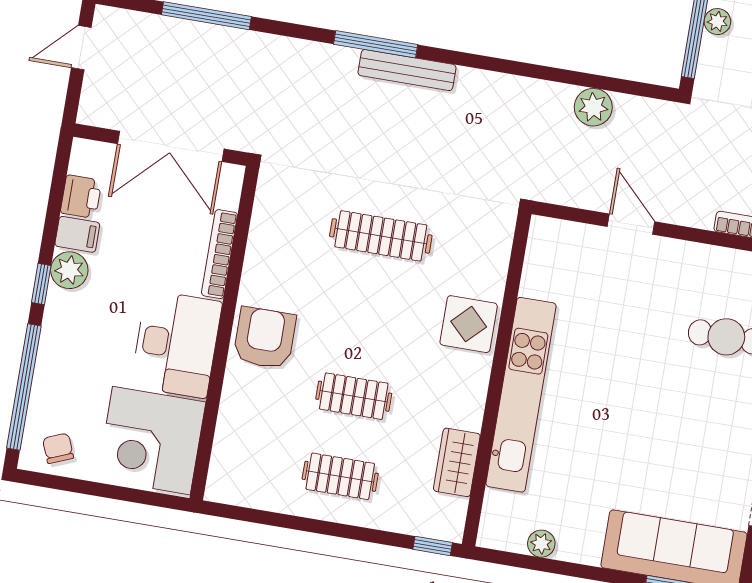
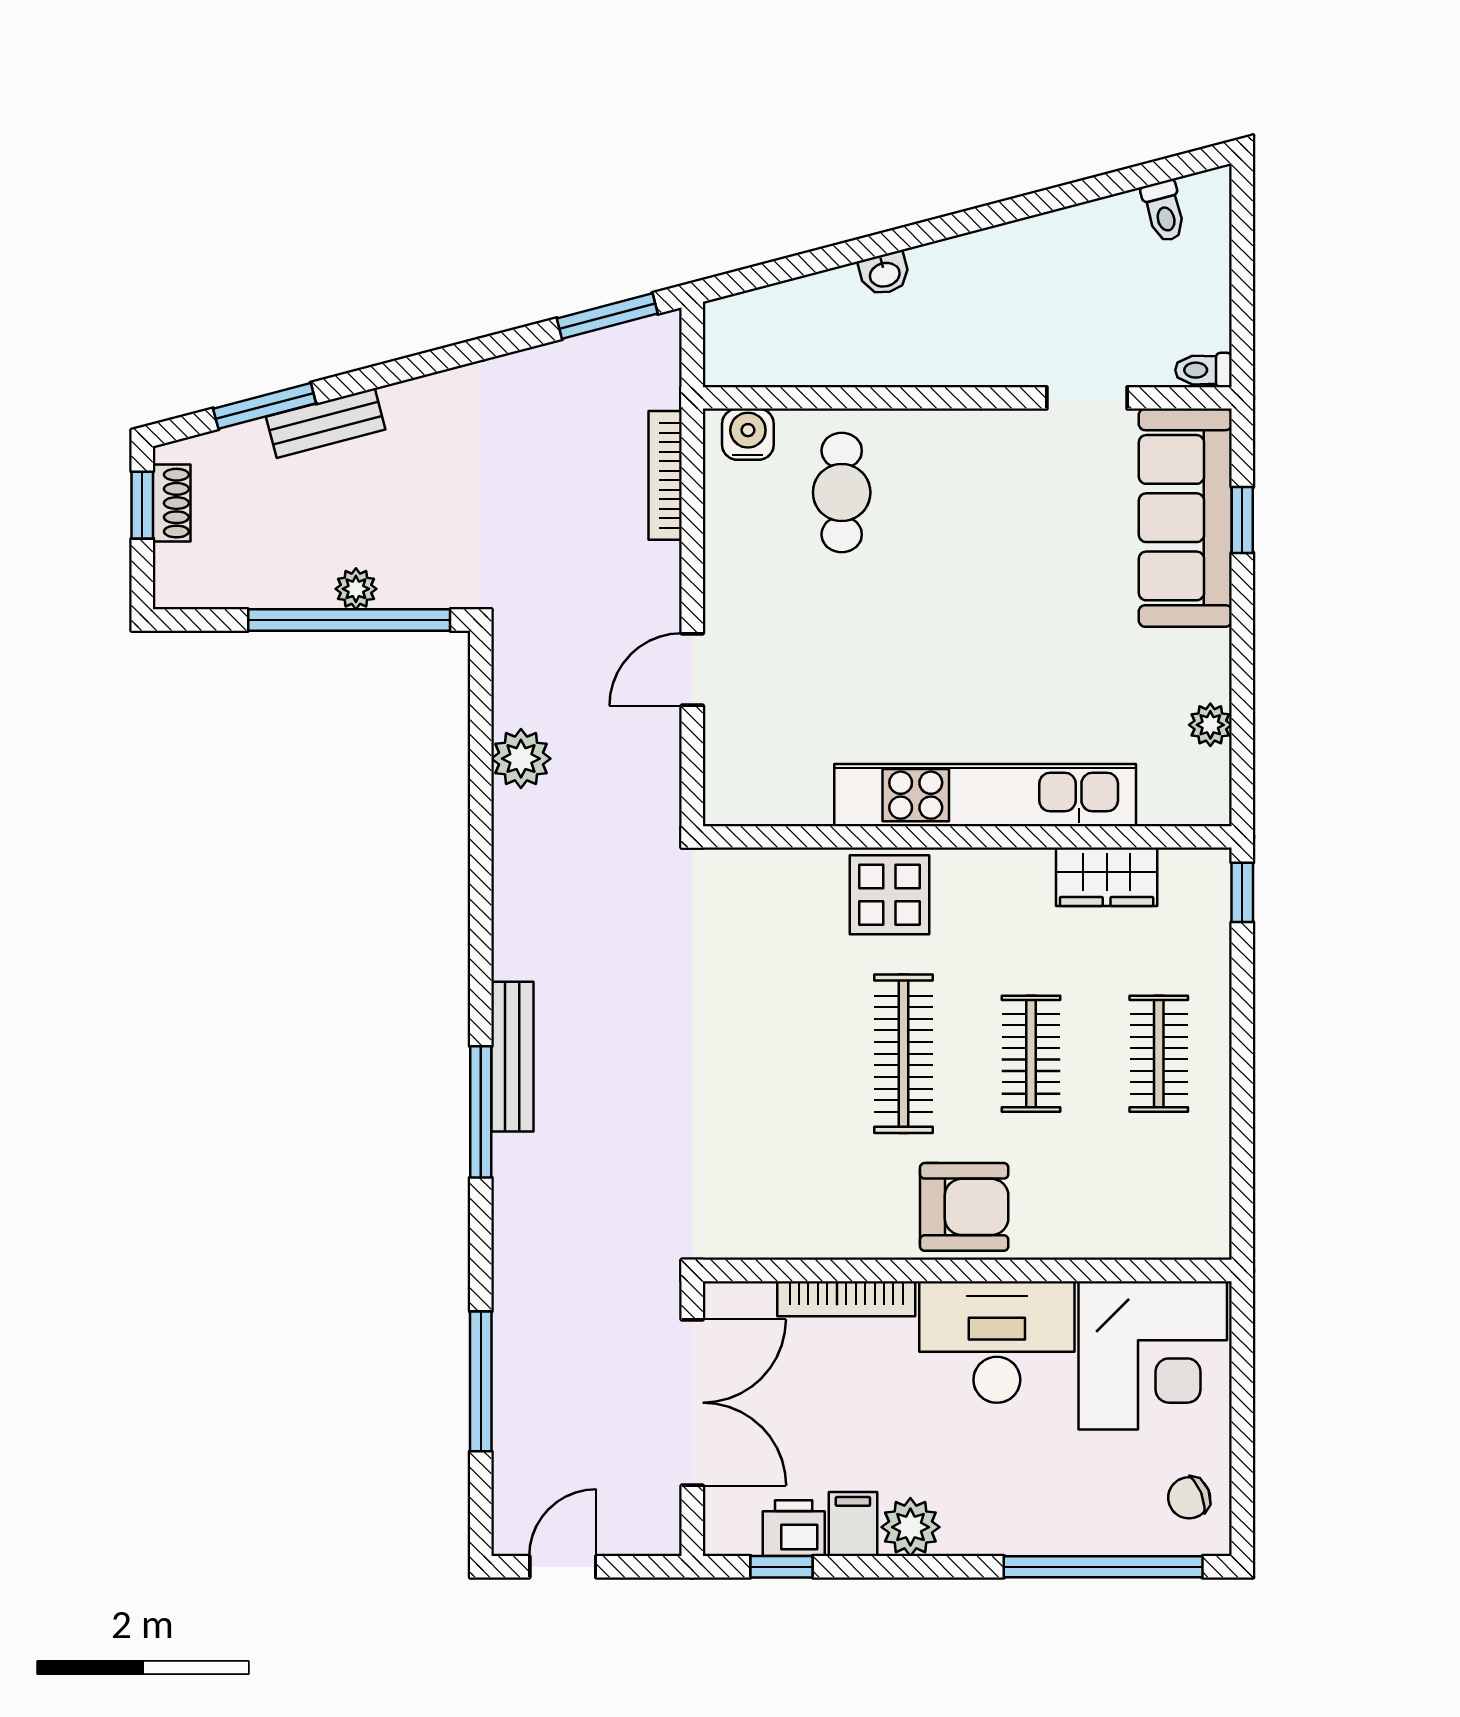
door: (81, 48) -> (563, 1567), swing flipped
clothes rail: (381, 236) -> (903, 1054), moved
window: (41, 284) -> (782, 1567), moved
armchair: (265, 338) -> (964, 1207), turned 180

